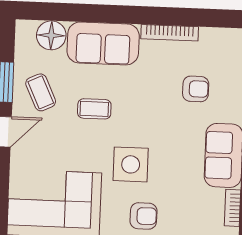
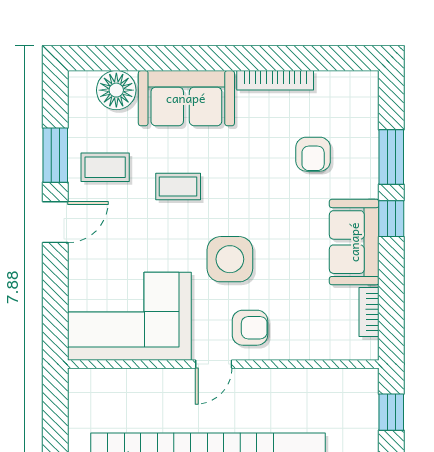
armchair: (196, 89) -> (313, 154), turned 90
coffee table: (41, 92) -> (105, 167), turned -65

